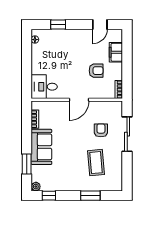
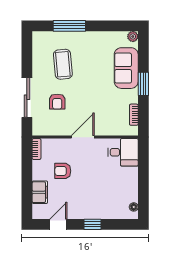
window: (58, 25) -> (93, 224), moved
sofa: (41, 147) -> (126, 68), moved
window: (27, 164) -> (143, 84), moved
window: (49, 196) -> (118, 26), removed
window: (90, 196) -> (69, 26), width x1.44

